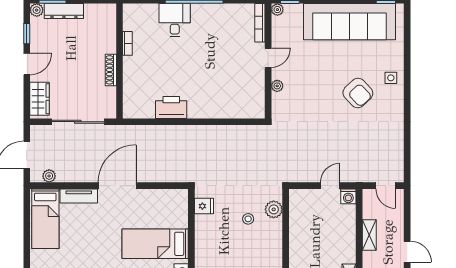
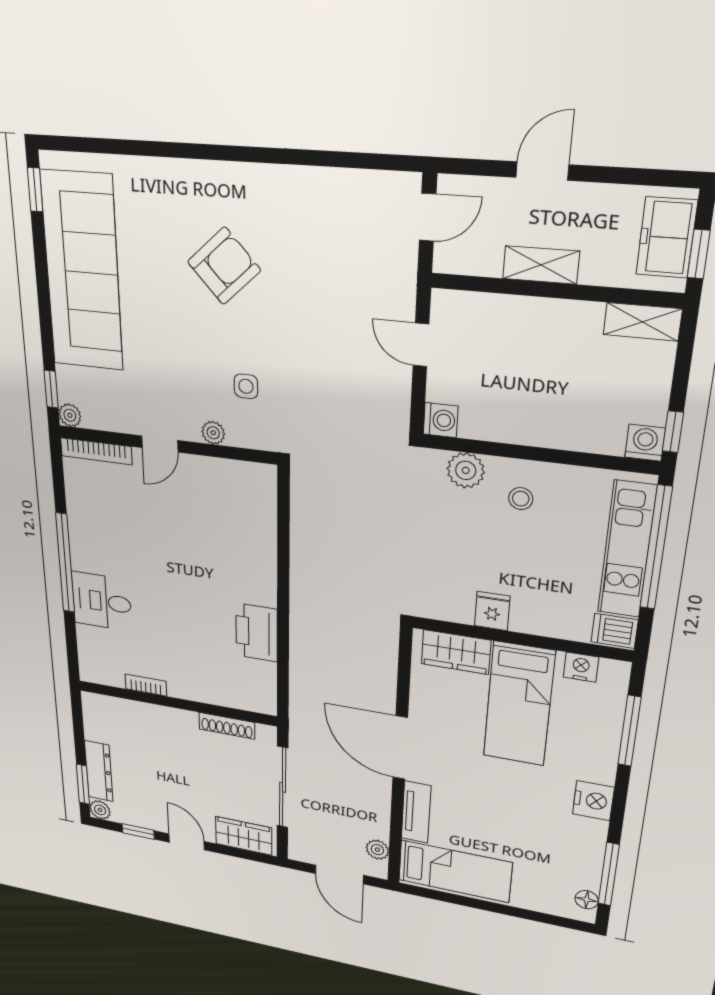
door: (268, 58) -> (160, 444), swing flipped
shoe rack: (111, 70) -> (227, 726), moved
side table: (391, 78) -> (246, 386), moved
washing machine: (348, 196) -> (441, 420), moved
fridge: (204, 206) -> (492, 611), moved
wardrobe: (178, 211) -> (456, 652), added
stool: (248, 219) -> (521, 499), moved
door: (407, 252) -> (542, 171), moved

